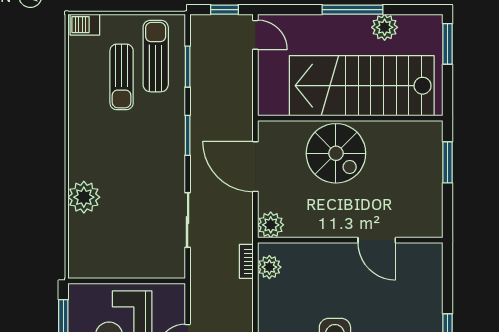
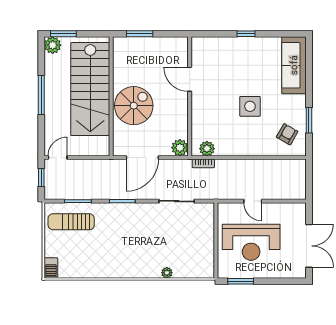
plant: (385, 27) -> (53, 45), moved
sun lounger: (122, 77) -> (85, 244), removed
plant: (84, 197) -> (167, 273), width x0.53, depth x0.53
door: (377, 240) -> (190, 79), swing flipped

